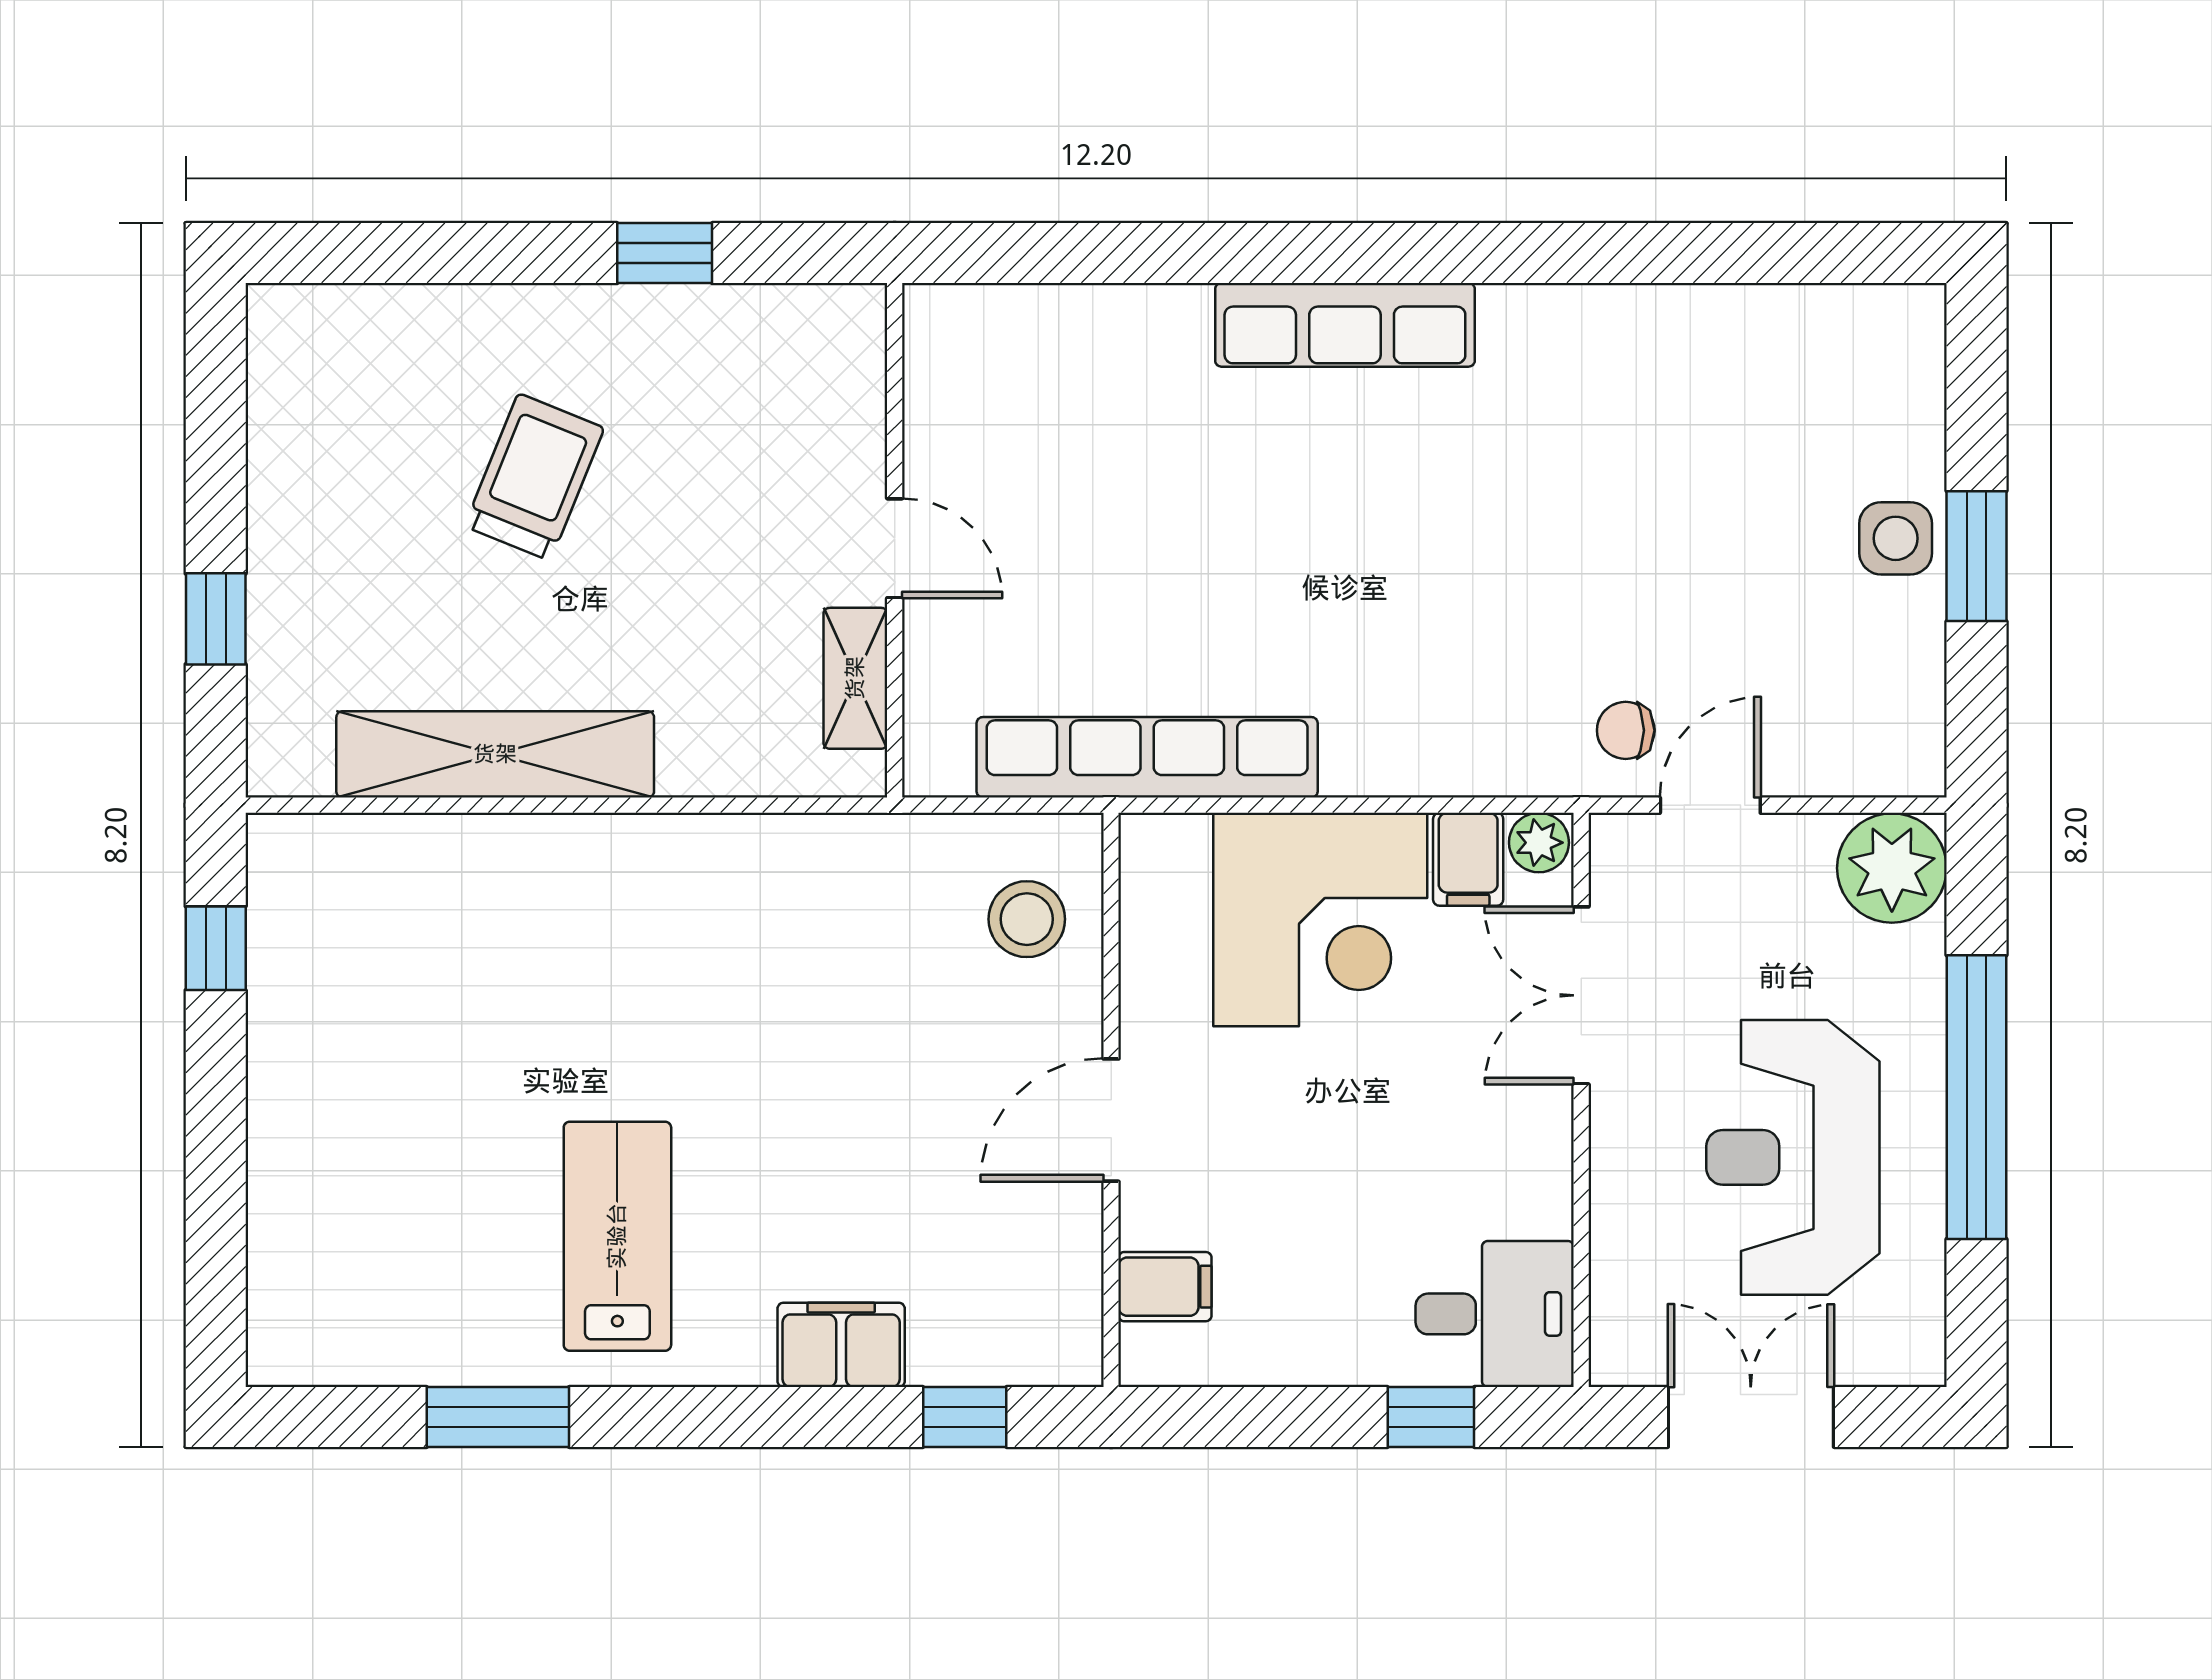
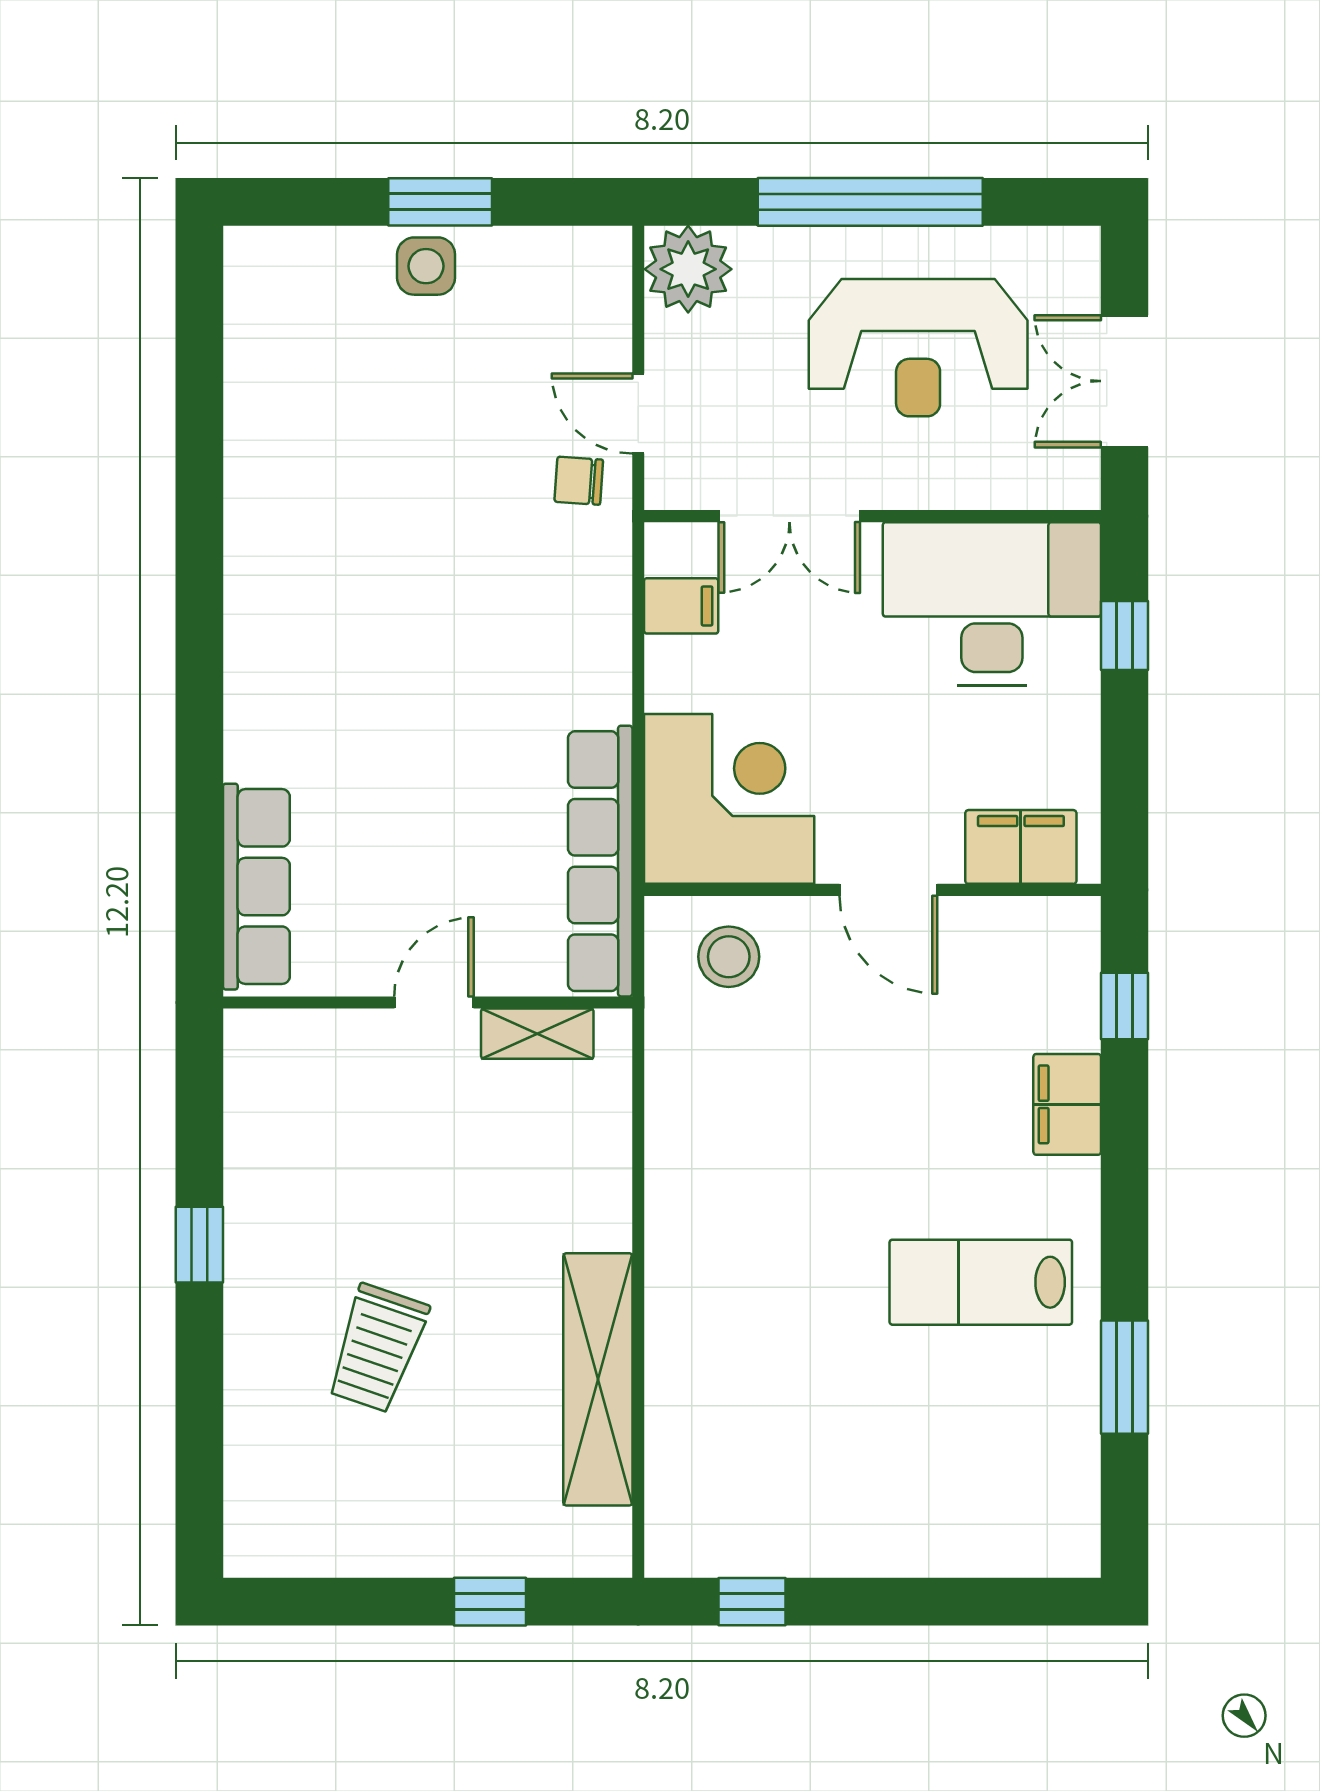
row of seats: (1345, 325) -> (256, 887), moved
trolley: (534, 477) -> (377, 1348), turned -93
wall: (895, 540) -> (428, 1003), moved
door: (895, 548) -> (434, 1003), moved
shelving: (855, 678) -> (537, 1034), moved
chair: (1626, 730) -> (579, 481), turned 94
plant: (1539, 843) -> (668, 550), removed
corner desk: (1320, 920) -> (729, 799), moved
filing cabinet: (1165, 1287) -> (1021, 847), width x2.00
desk: (1495, 1314) -> (992, 604), width x1.87, depth x1.30

